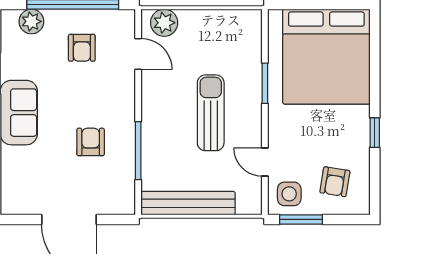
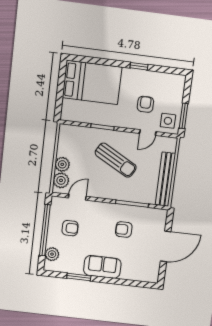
plant: (192, 22) -> (62, 164), added
bed: (326, 57) -> (92, 82), width x0.73
sun lounger: (211, 113) -> (116, 160), turned -151
armchair: (335, 182) -> (145, 104), moved, turned -99

